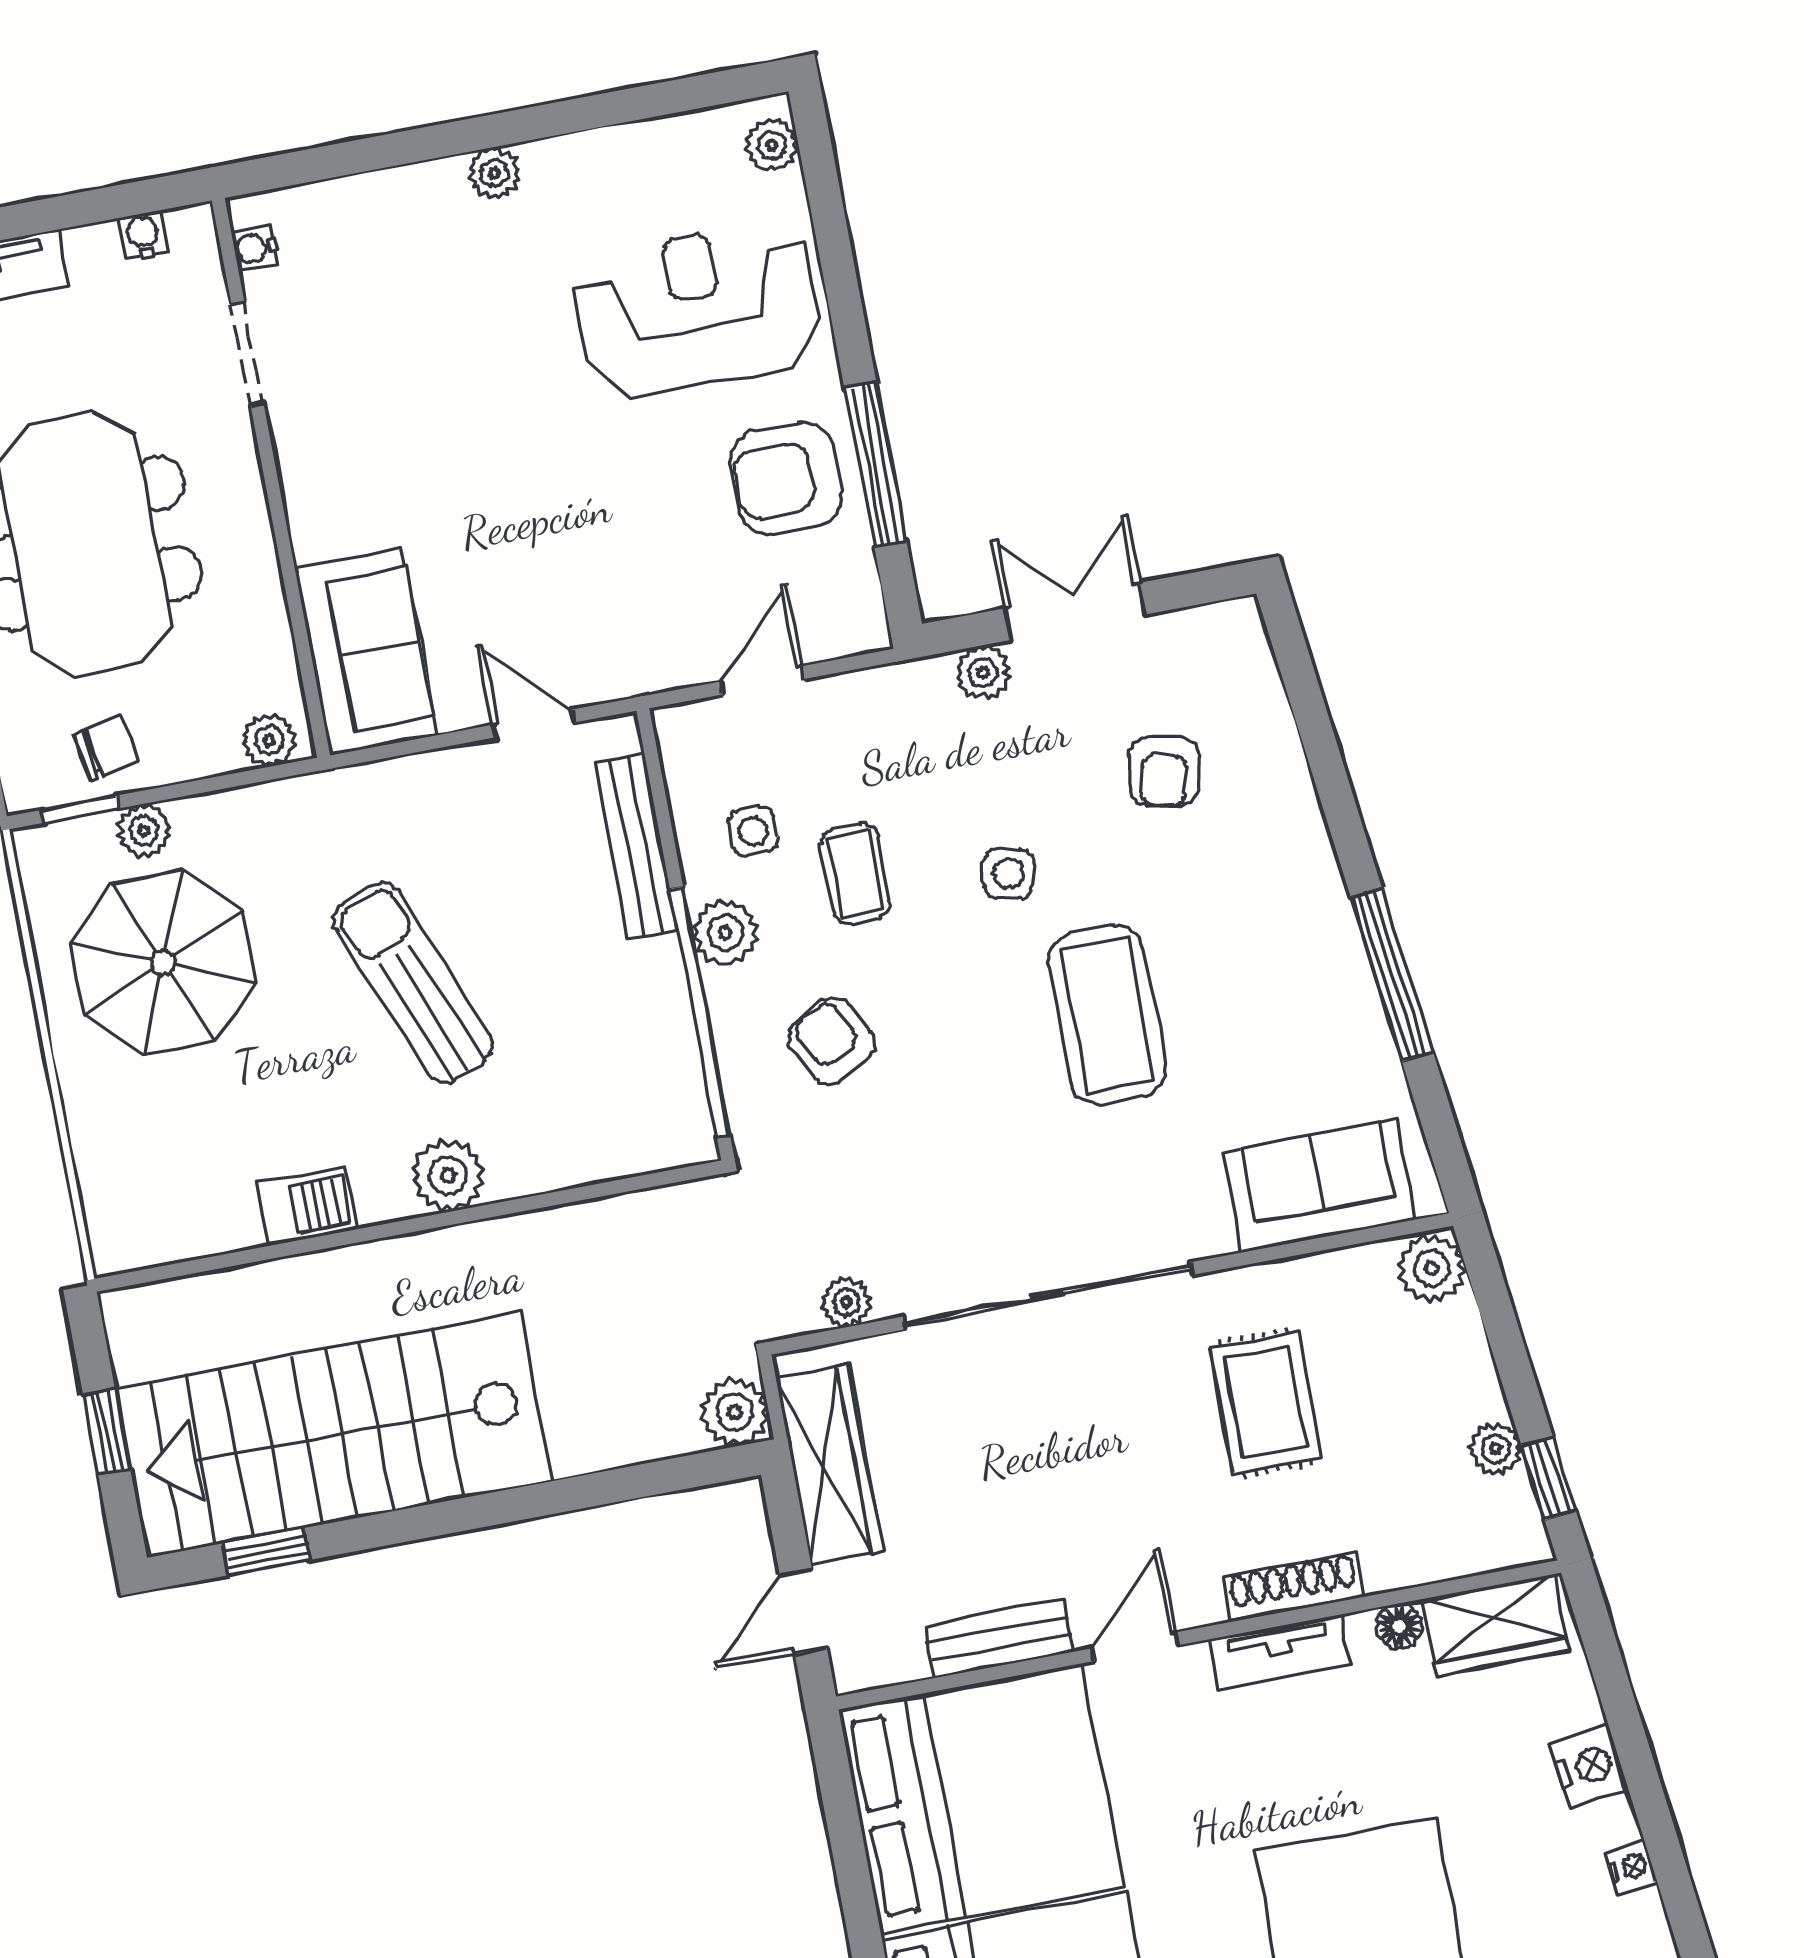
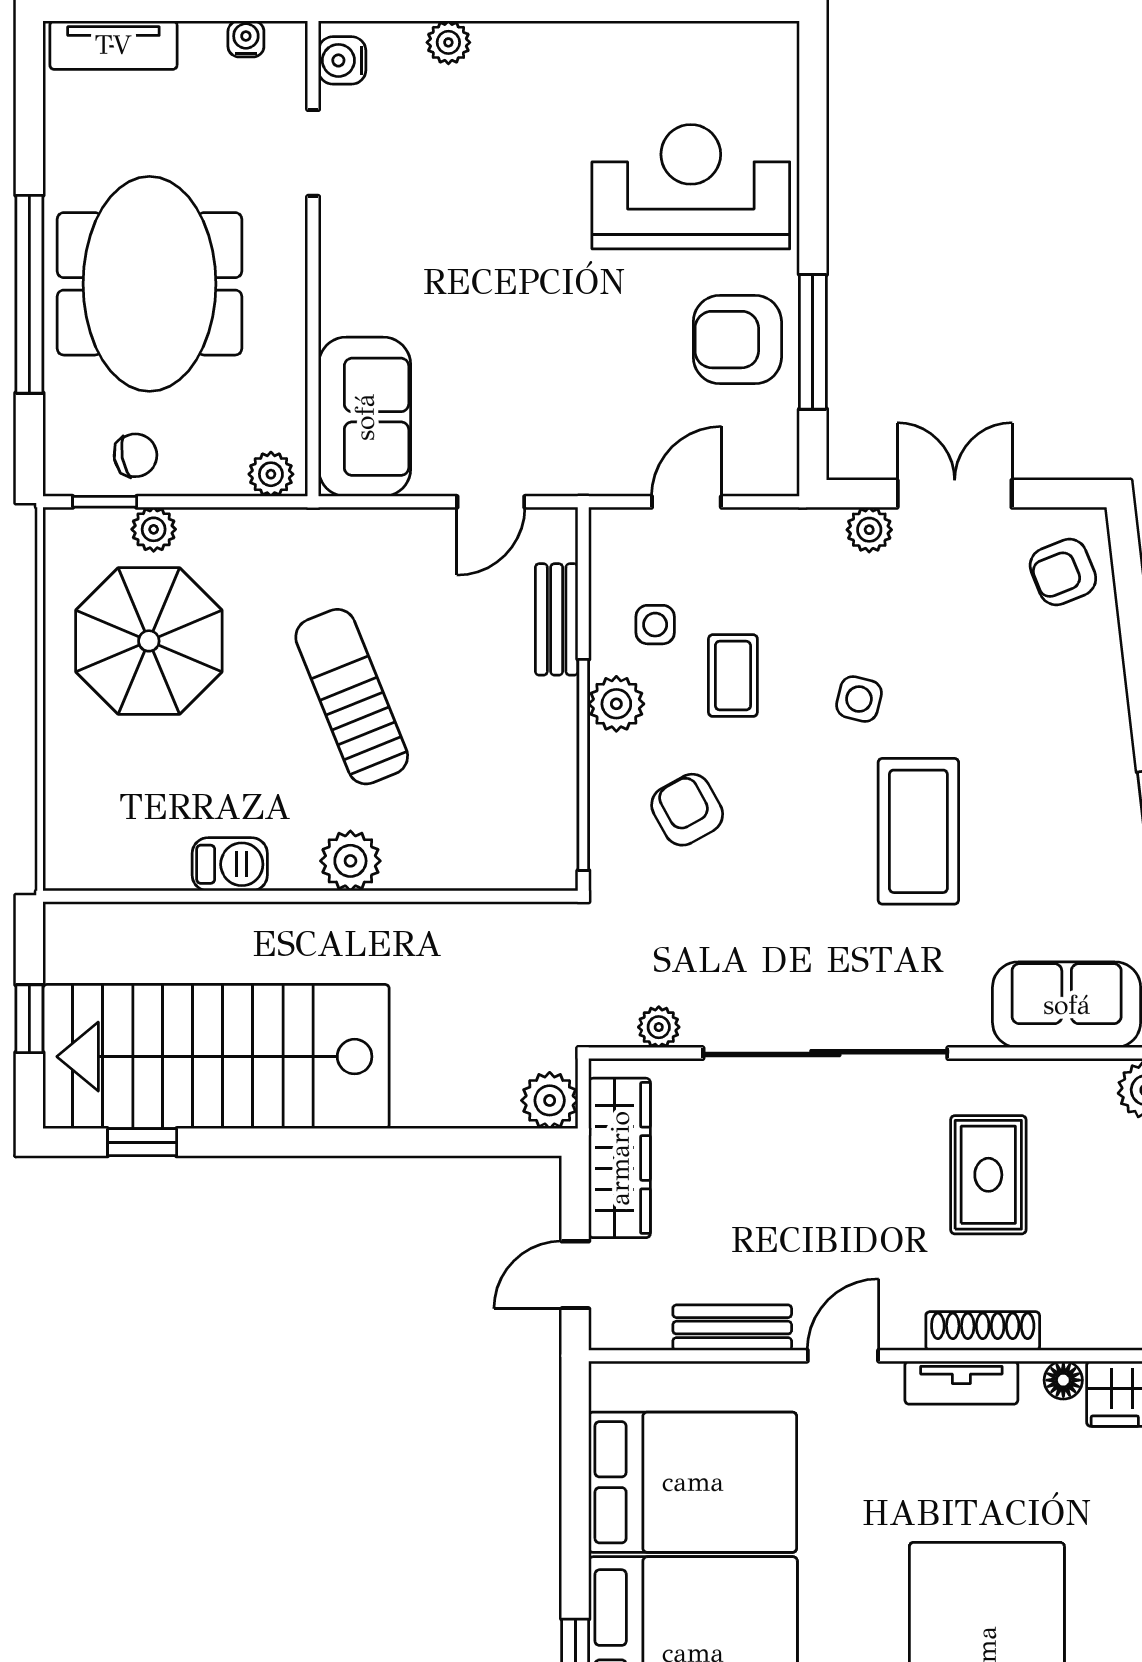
plant: (772, 145) -> (778, 63), removed
plant: (494, 173) -> (448, 42), moved
water cooler: (255, 248) -> (342, 60), width x1.38, depth x1.38
door: (533, 724) -> (491, 502), swing flipped
armchair: (1164, 772) -> (1063, 572), moved, turned 56
bench: (636, 847) -> (557, 619), width x0.73
bed: (981, 1798) -> (693, 1482), width x0.73

